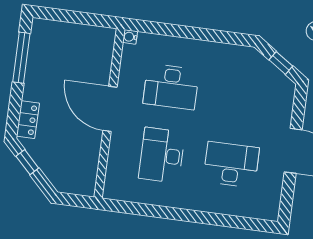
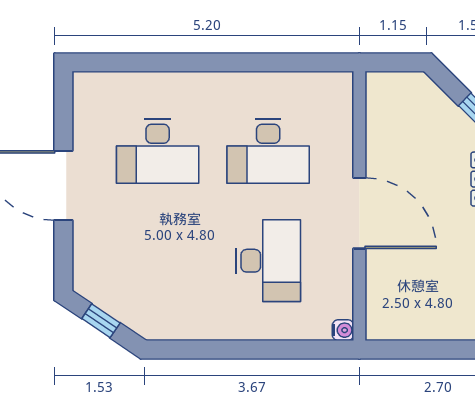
desk: (171, 87) -> (268, 261), turned 90
desk: (162, 155) -> (268, 151), turned 90

